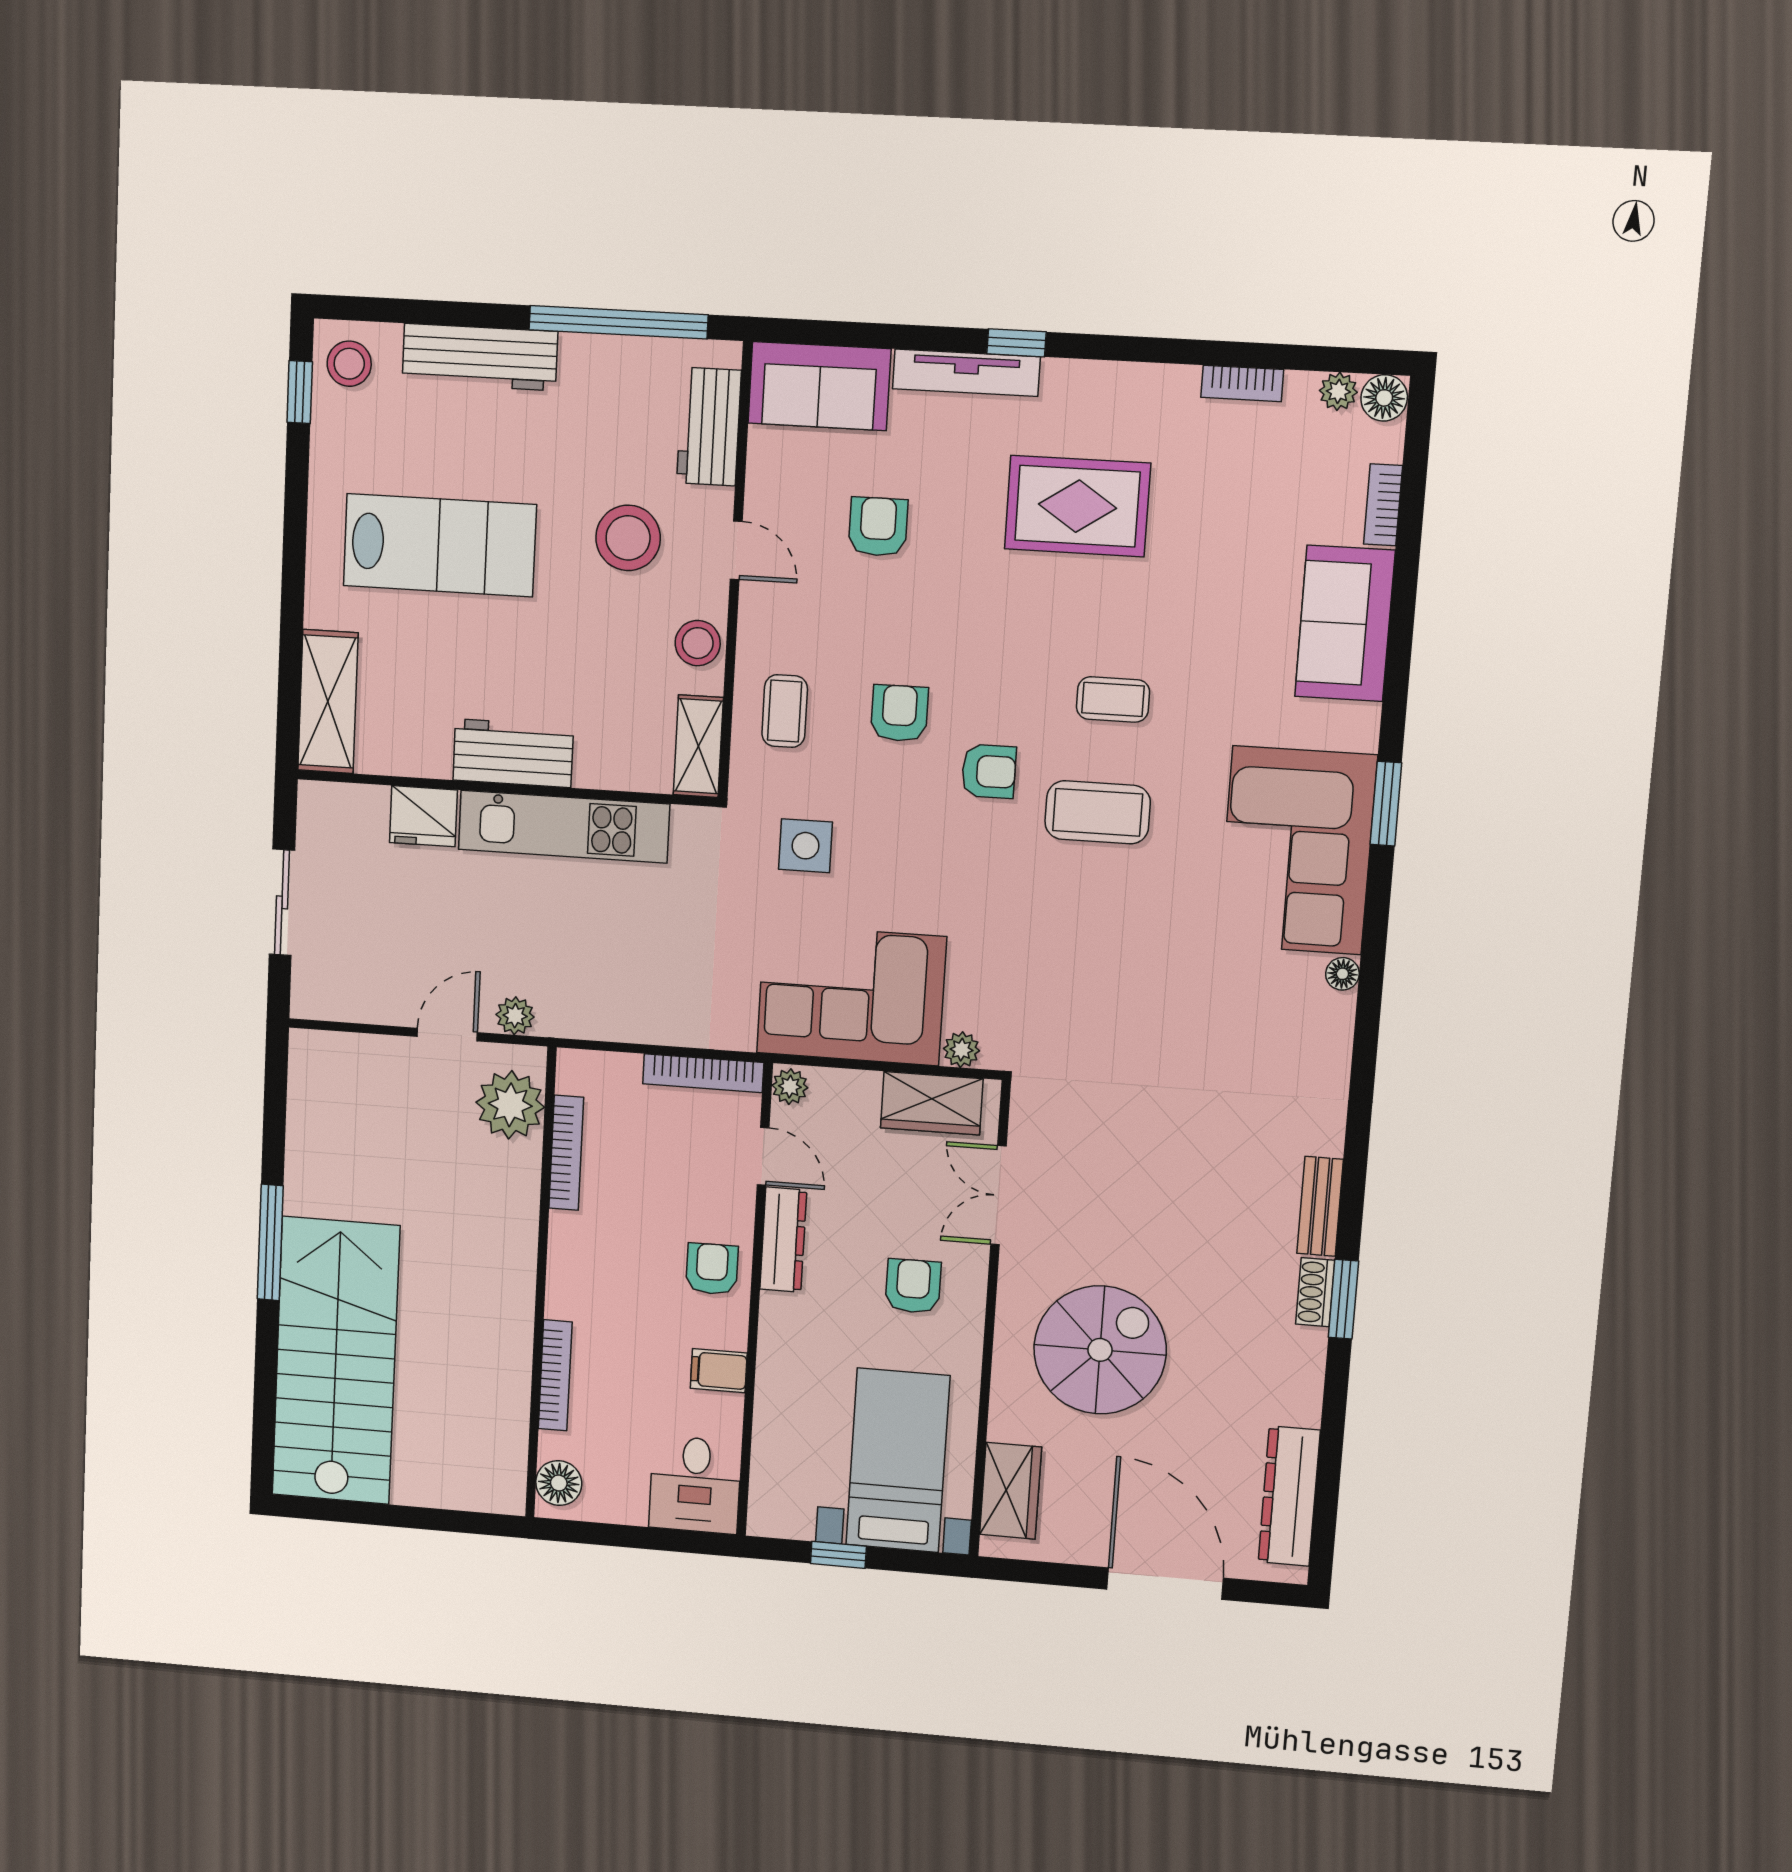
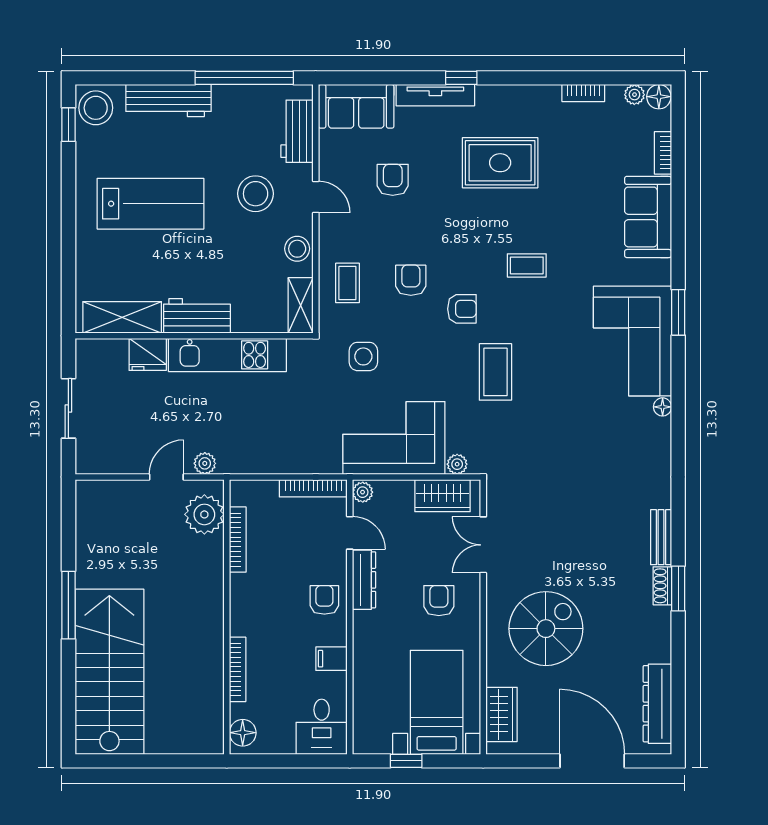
stool: (349, 364) -> (96, 108), width x1.38, depth x1.38
shelving: (328, 702) -> (122, 317), moved, turned 90
coffee table: (1098, 812) -> (495, 372), moved, turned 90

